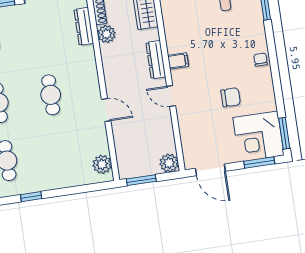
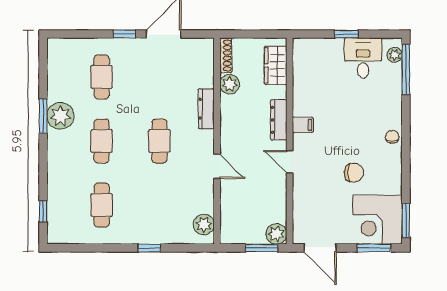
dresser: (84, 26) -> (206, 109), moved
window: (141, 180) -> (262, 248), moved
window: (31, 197) -> (149, 248), moved

